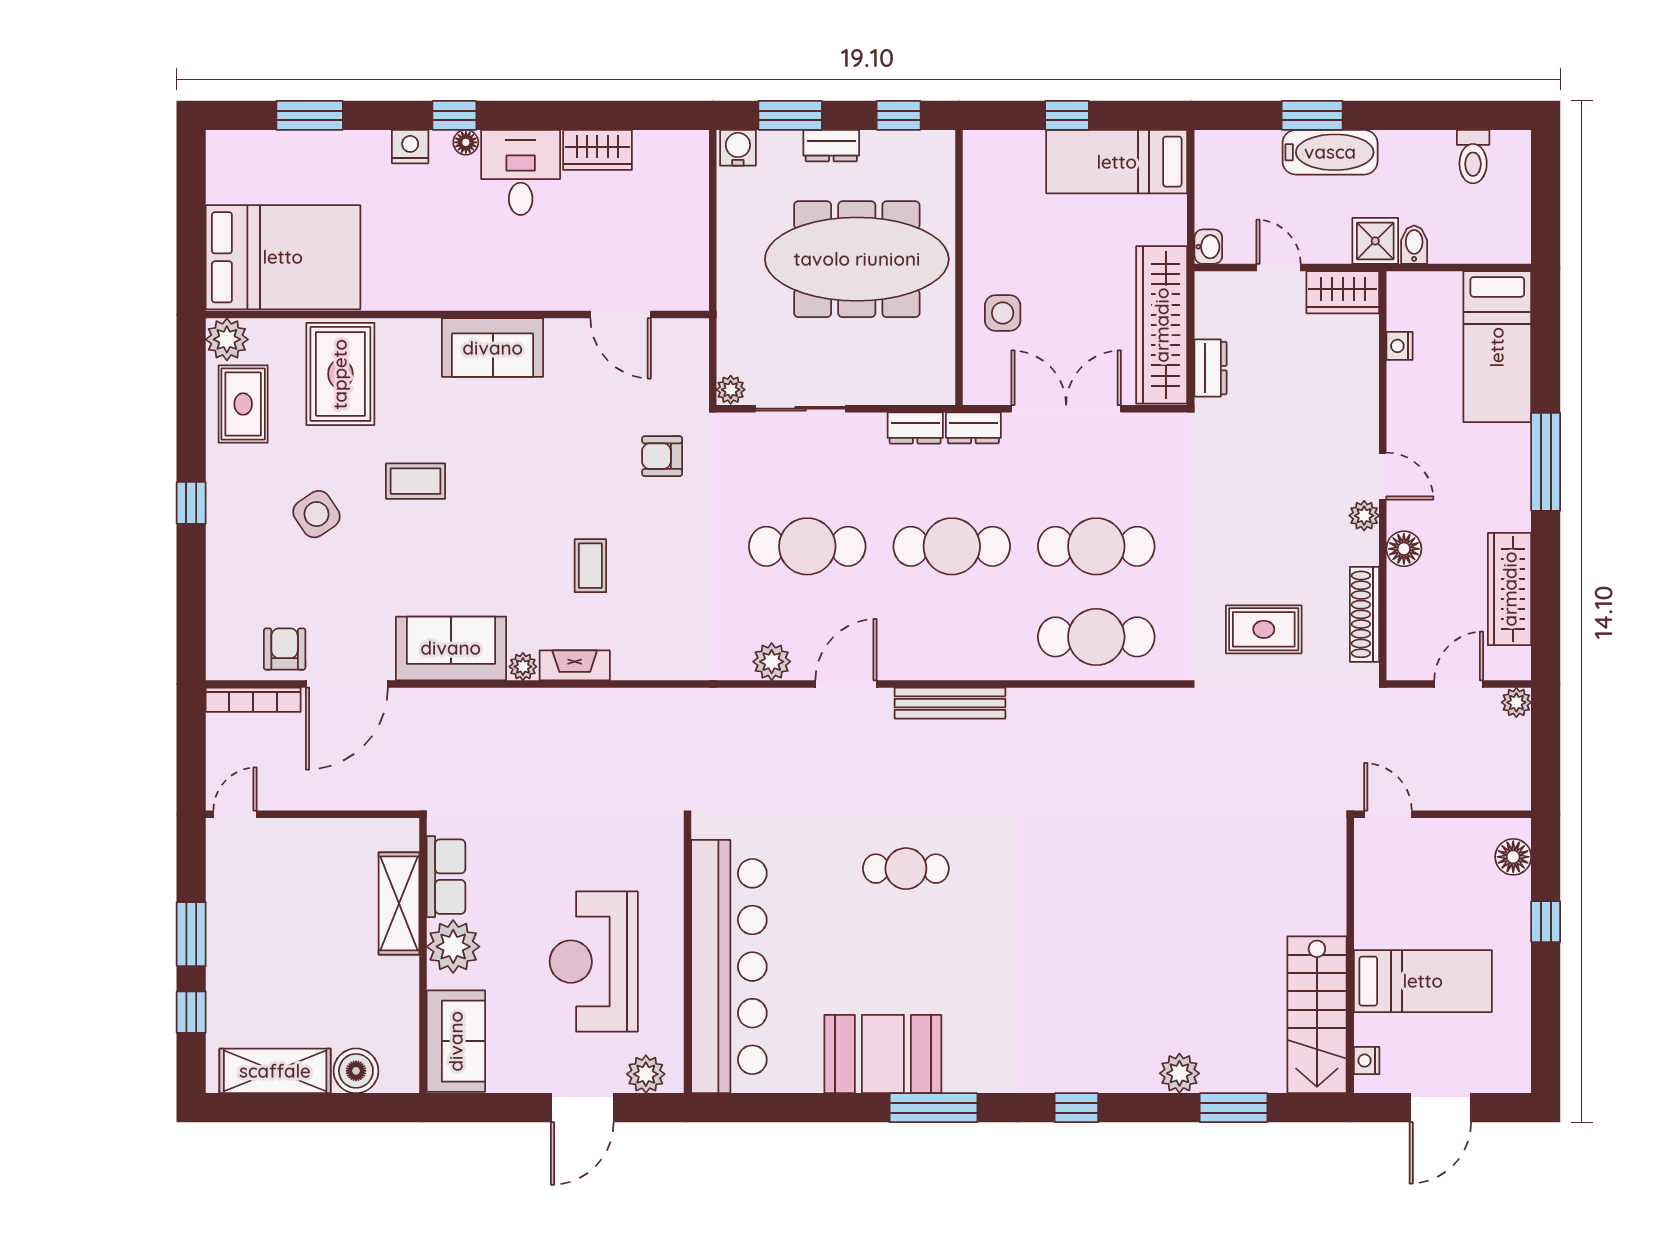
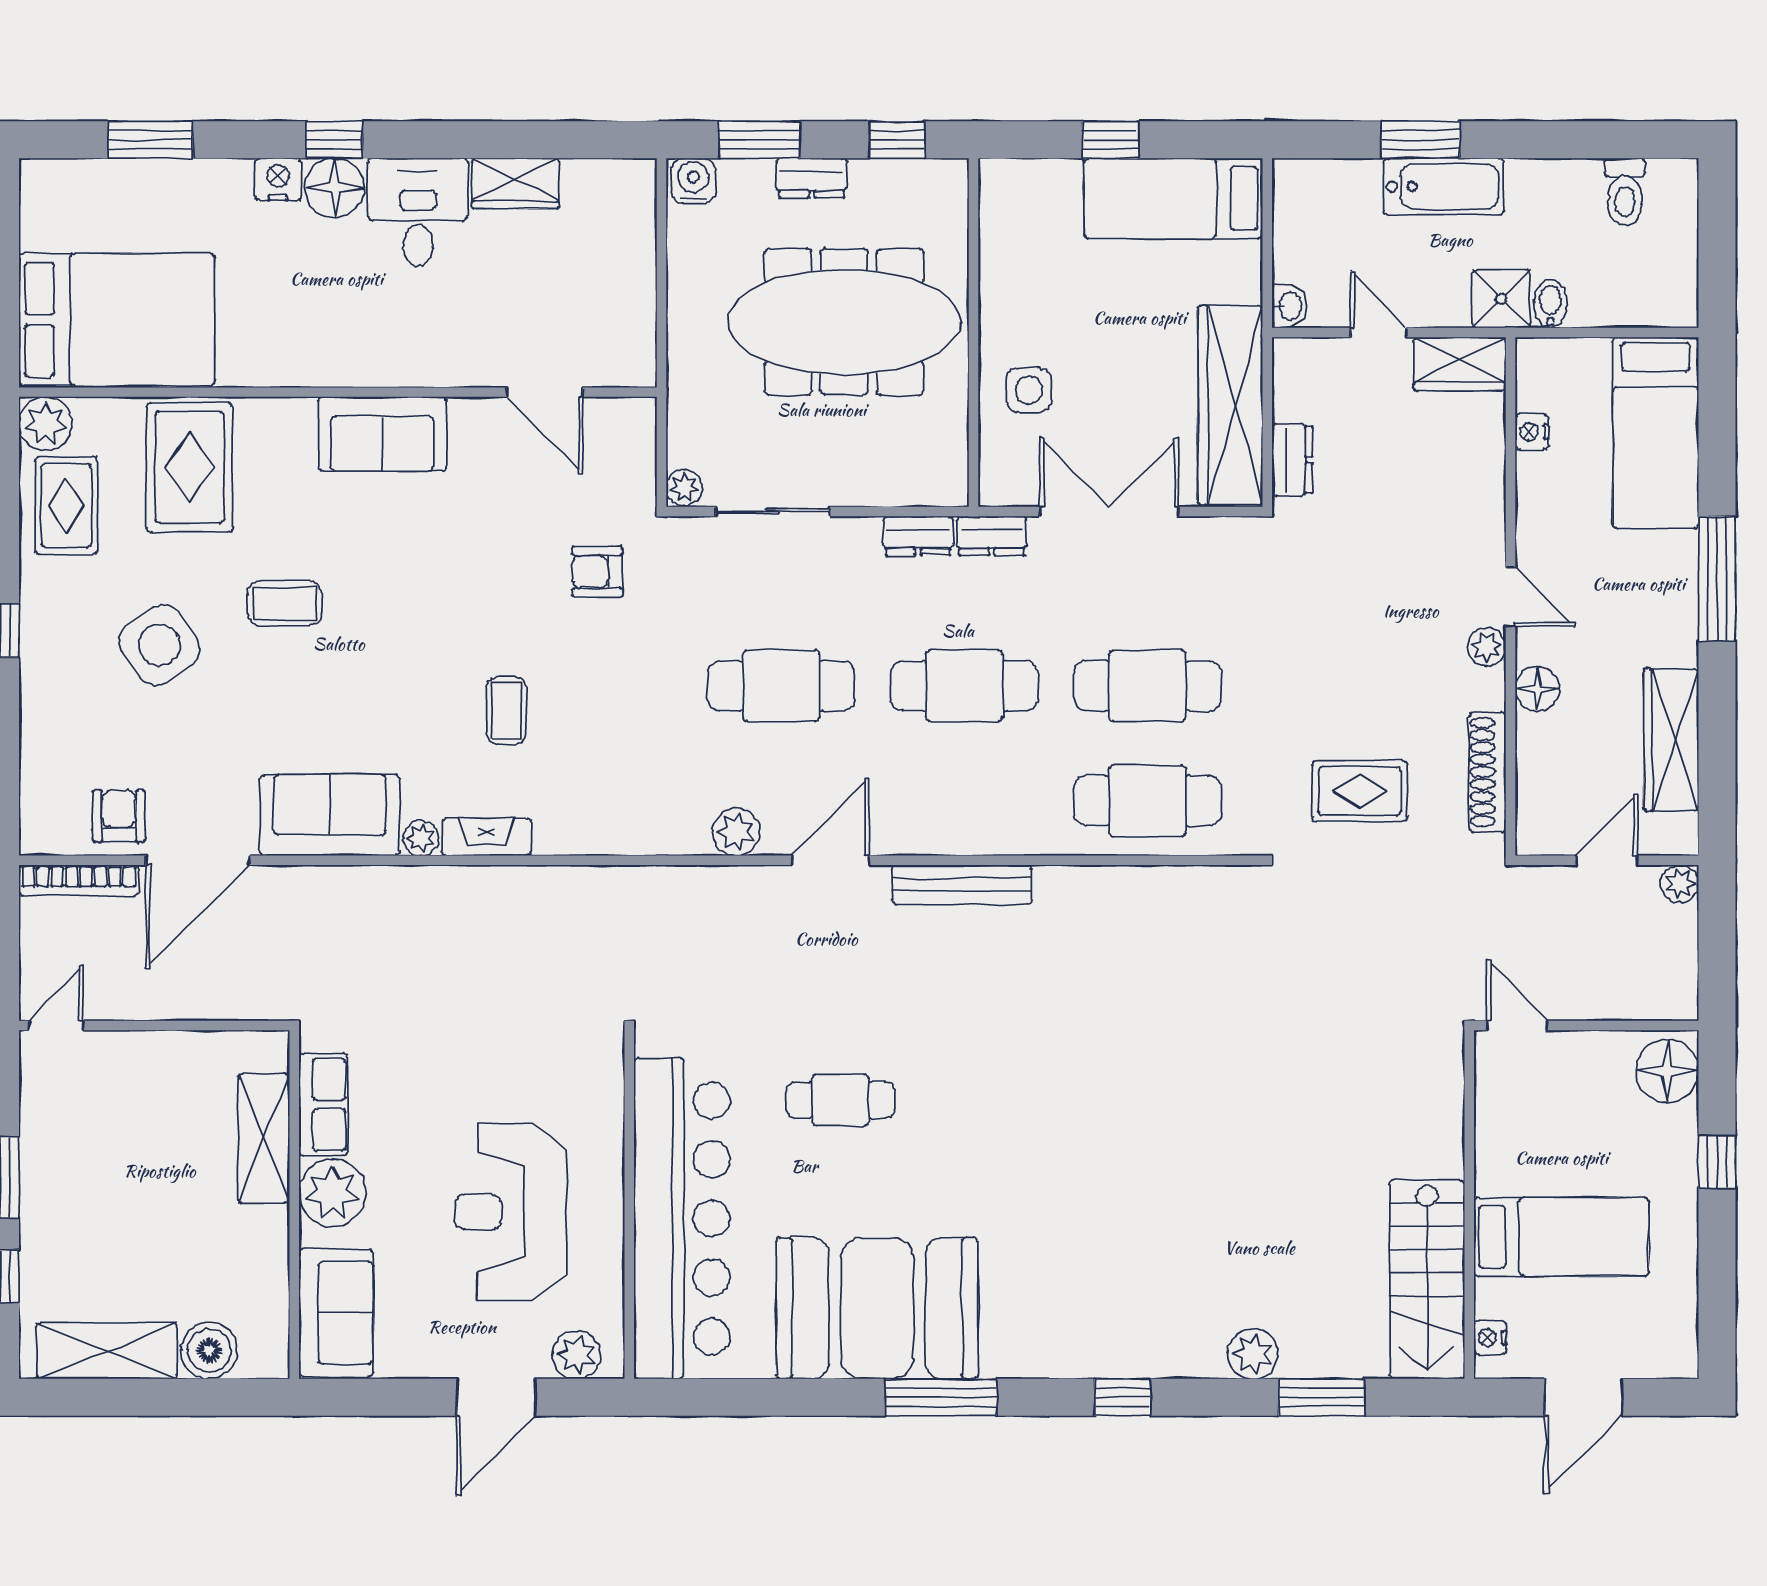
floor lamp: (466, 142) -> (334, 188), width x1.89, depth x1.89
side table: (316, 514) -> (159, 645), width x1.37, depth x1.37
floor lamp: (1513, 857) -> (1667, 1071), width x1.38, depth x1.38
cafe table: (906, 869) -> (840, 1100), moved
booth: (883, 1054) -> (877, 1308), width x1.36, depth x1.42

